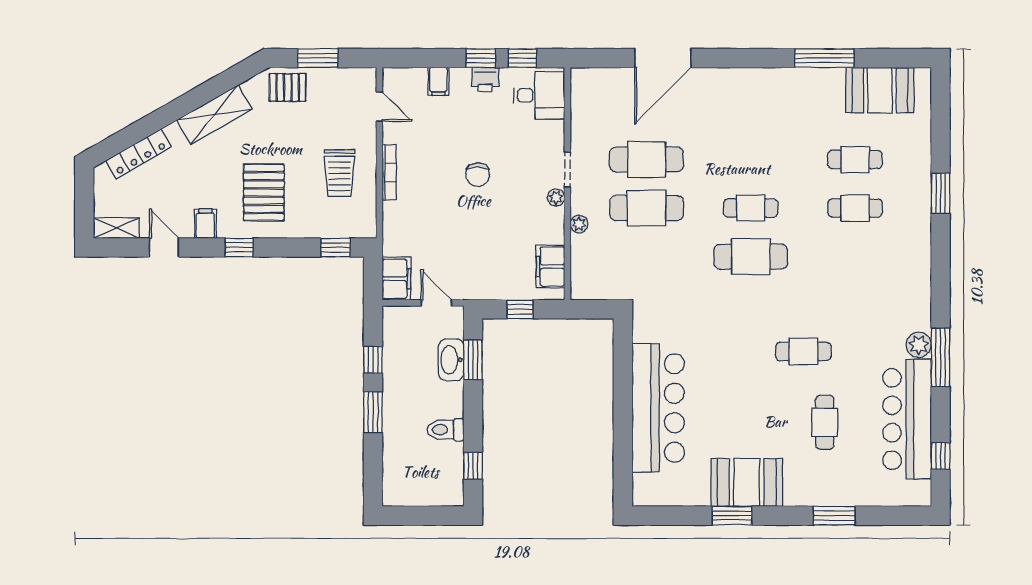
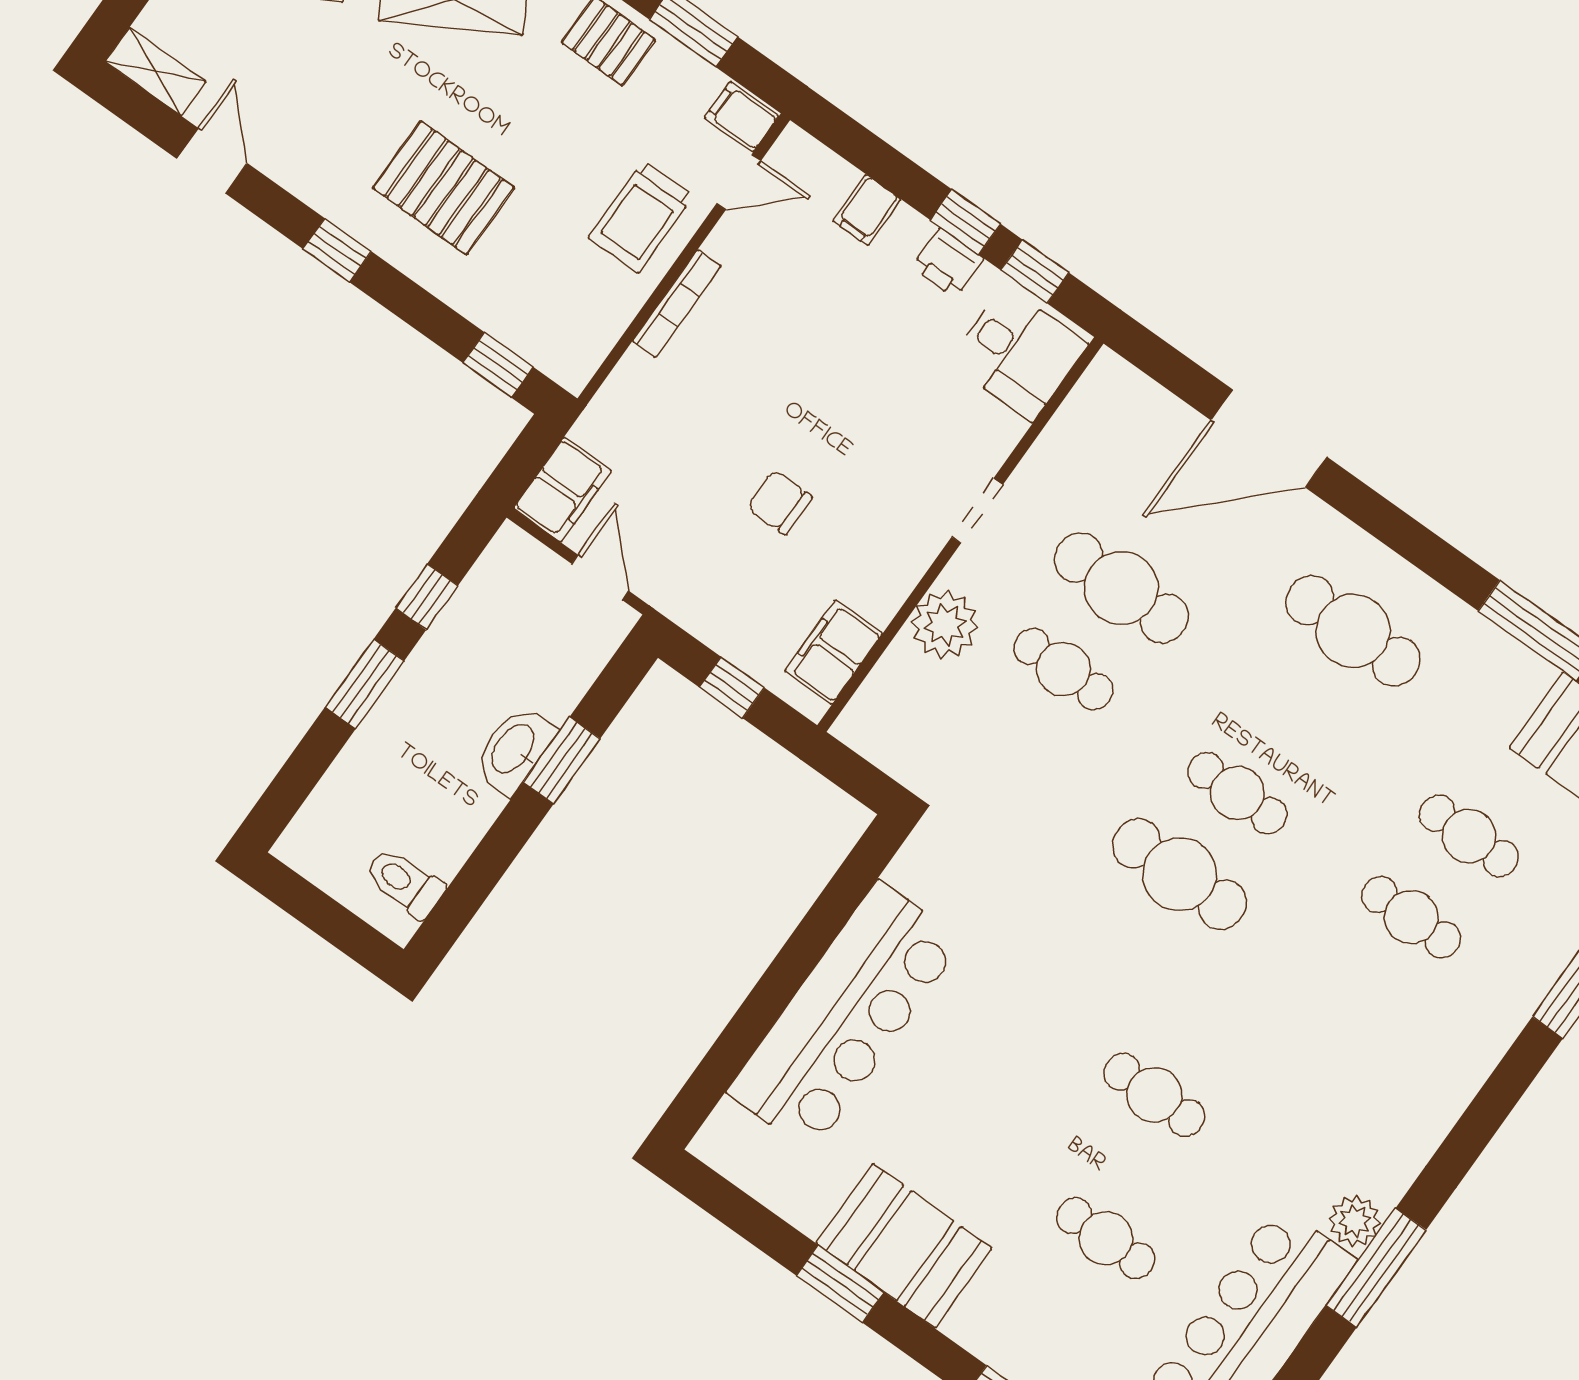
door: (379, 107) -> (739, 182), hinge flipped
cafe table: (751, 111) -> (1353, 631), added
trolley: (340, 173) -> (641, 217), moved
chair: (478, 174) -> (780, 502), moved, turned 90
pallet: (264, 192) -> (444, 188), turned 90
plant: (556, 197) -> (925, 544), removed
cafe table: (647, 208) -> (1063, 669), width x0.73, depth x0.74
filing cabinet: (205, 224) -> (742, 117), moved, turned -90
plant: (579, 224) -> (945, 625), width x1.87, depth x1.87
washbasin: (451, 360) -> (514, 750), moved
window: (473, 360) -> (562, 760), moved
cafe table: (825, 422) -> (1106, 1238), turned 90
toilet: (445, 430) -> (405, 883), moved
window: (473, 466) -> (467, 893), removed

